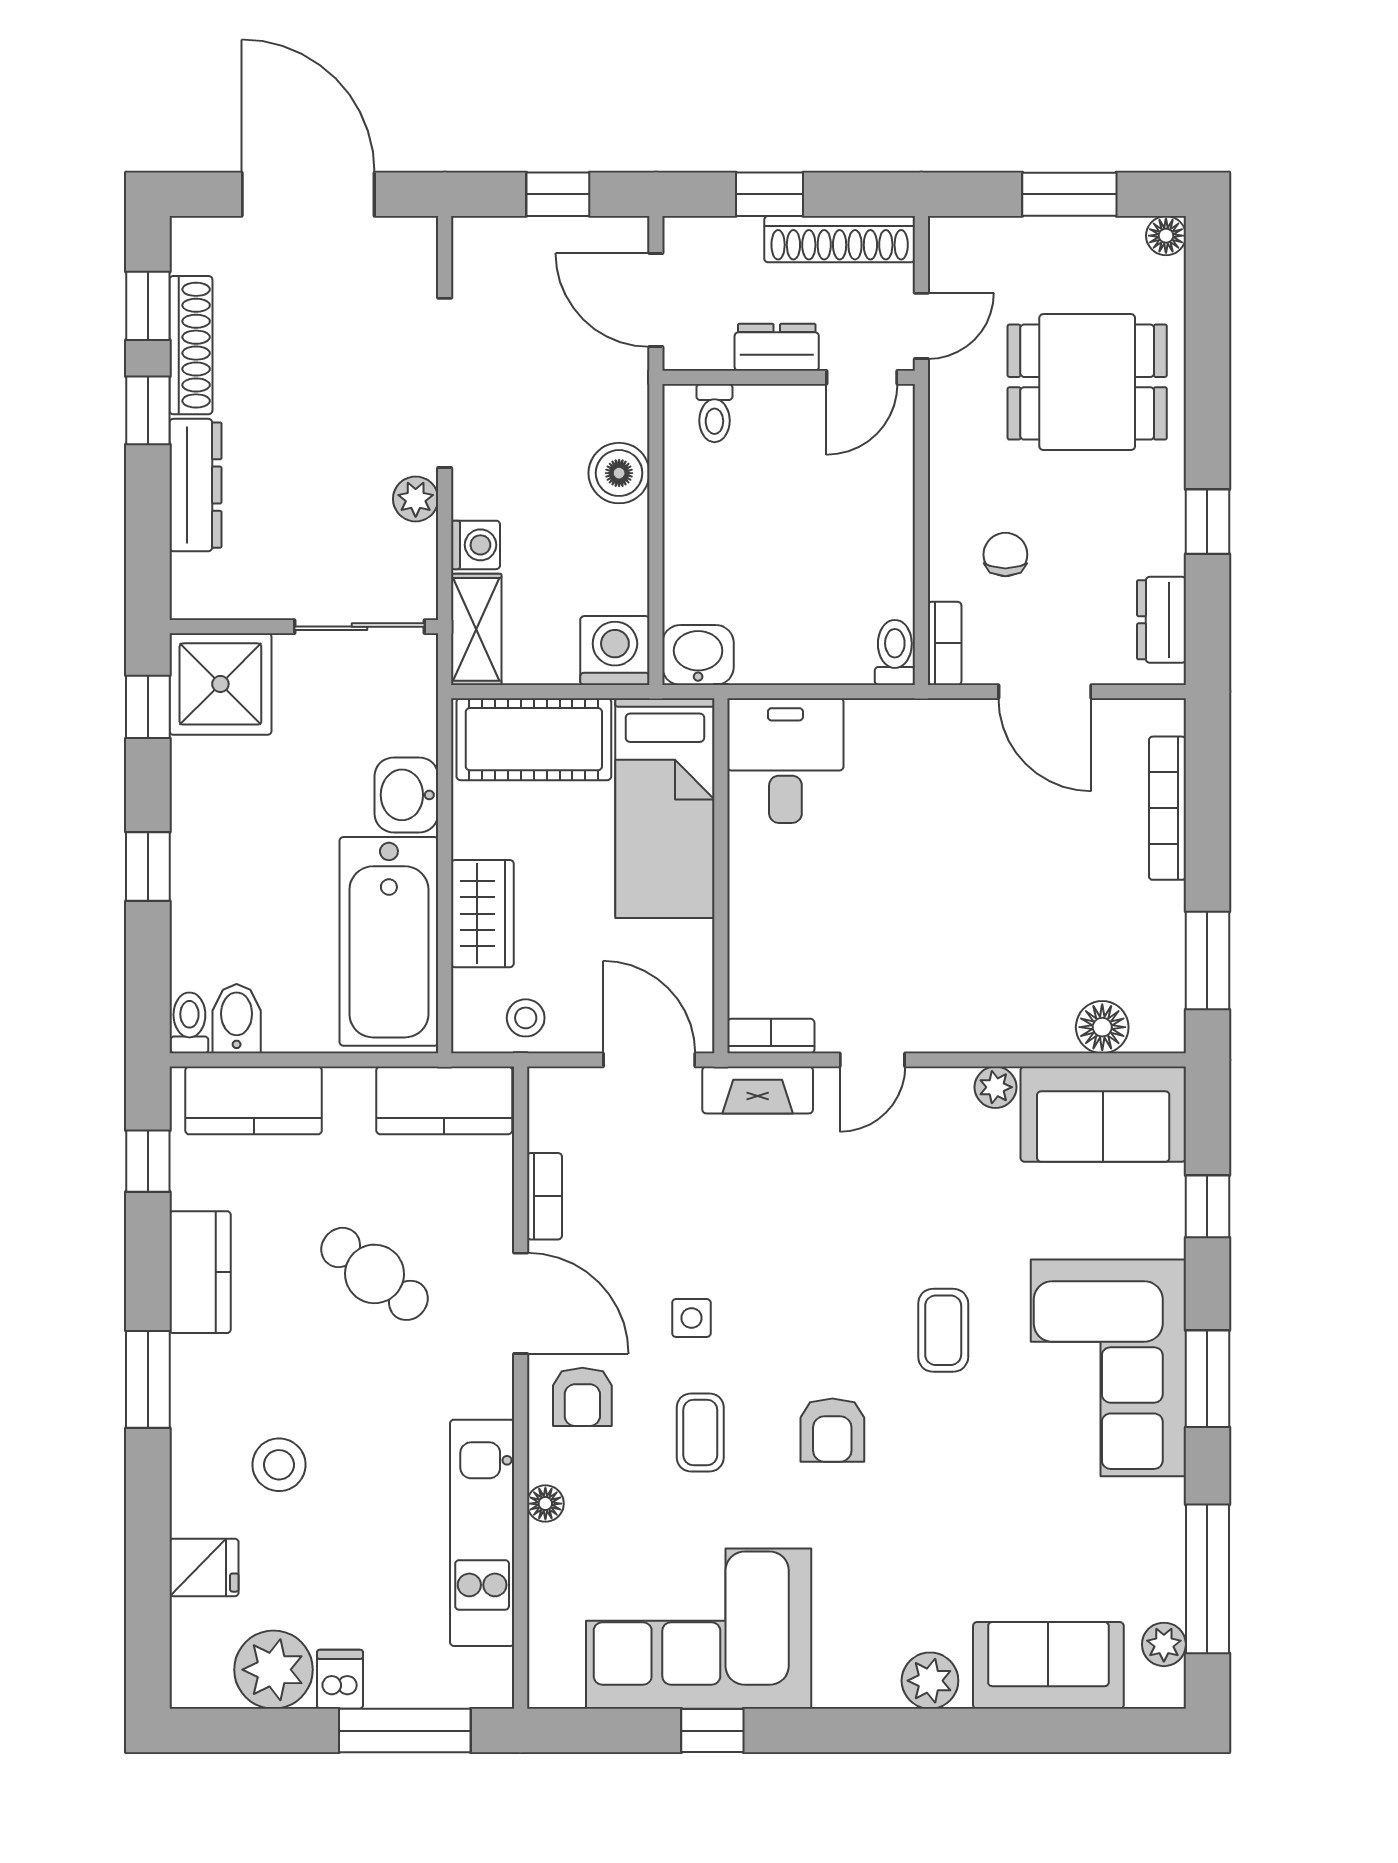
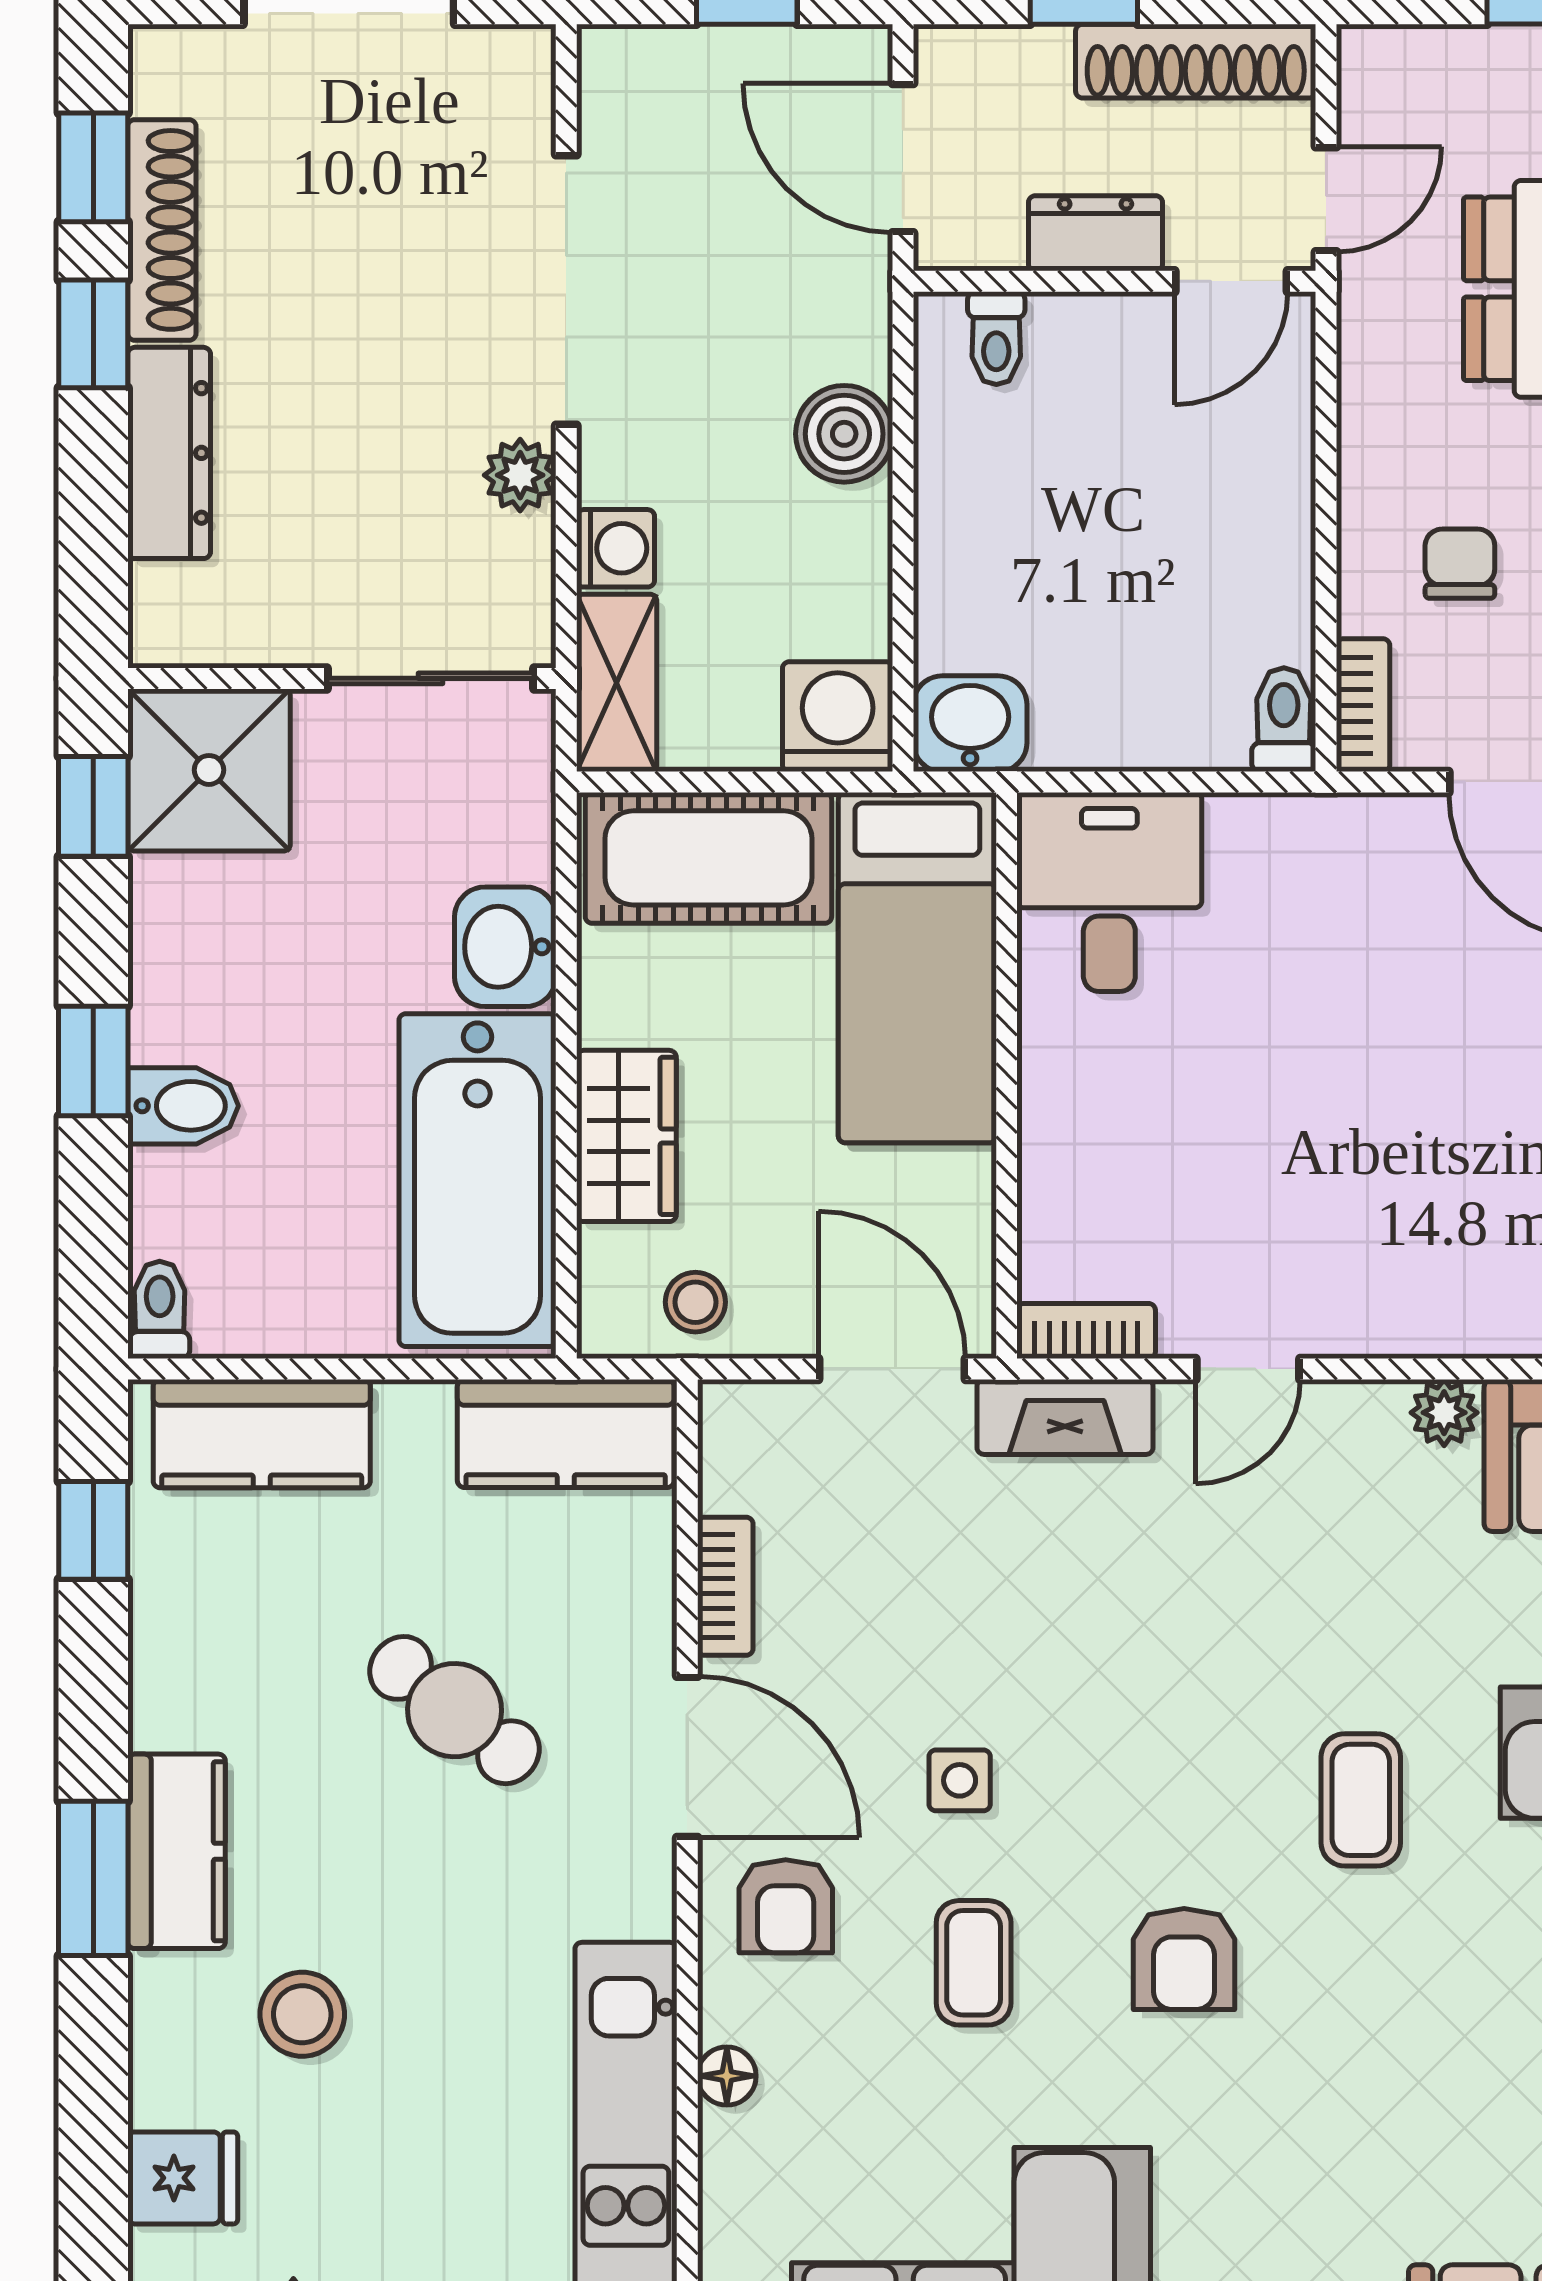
bidet: (237, 1019) -> (183, 1106), moved, turned 90
kitchen counter: (200, 1272) -> (176, 1851), moved

